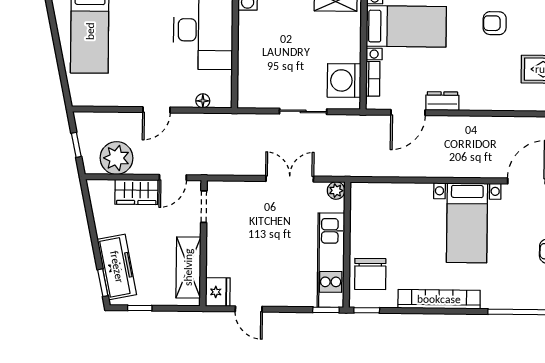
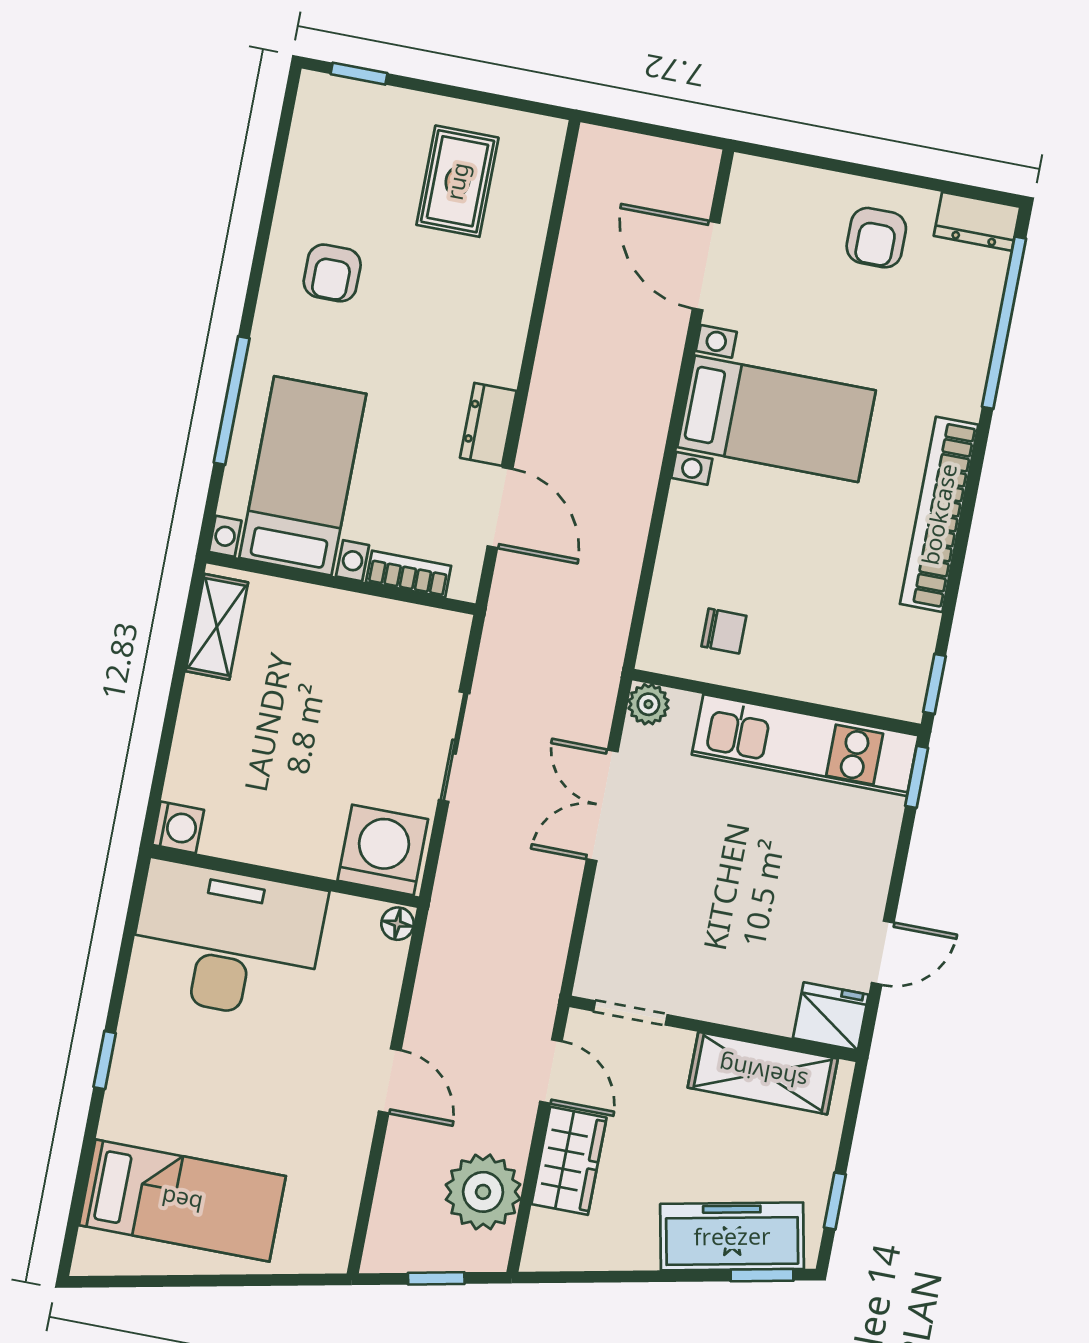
washing machine: (344, 80) -> (383, 850), moved, turned 180
floor lamp: (203, 101) -> (398, 924), moved
chair: (370, 274) -> (724, 631), moved, width x0.54, depth x0.54

